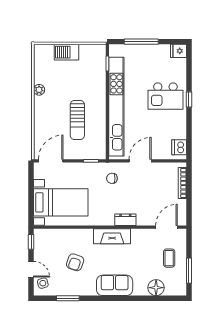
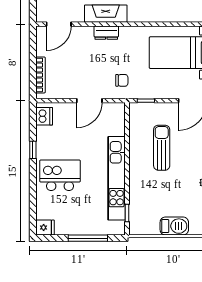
window: (189, 100) -> (33, 150), moved
kitchen unit: (116, 107) -> (117, 178), width x0.73
fireplace: (112, 236) -> (106, 14), moved

